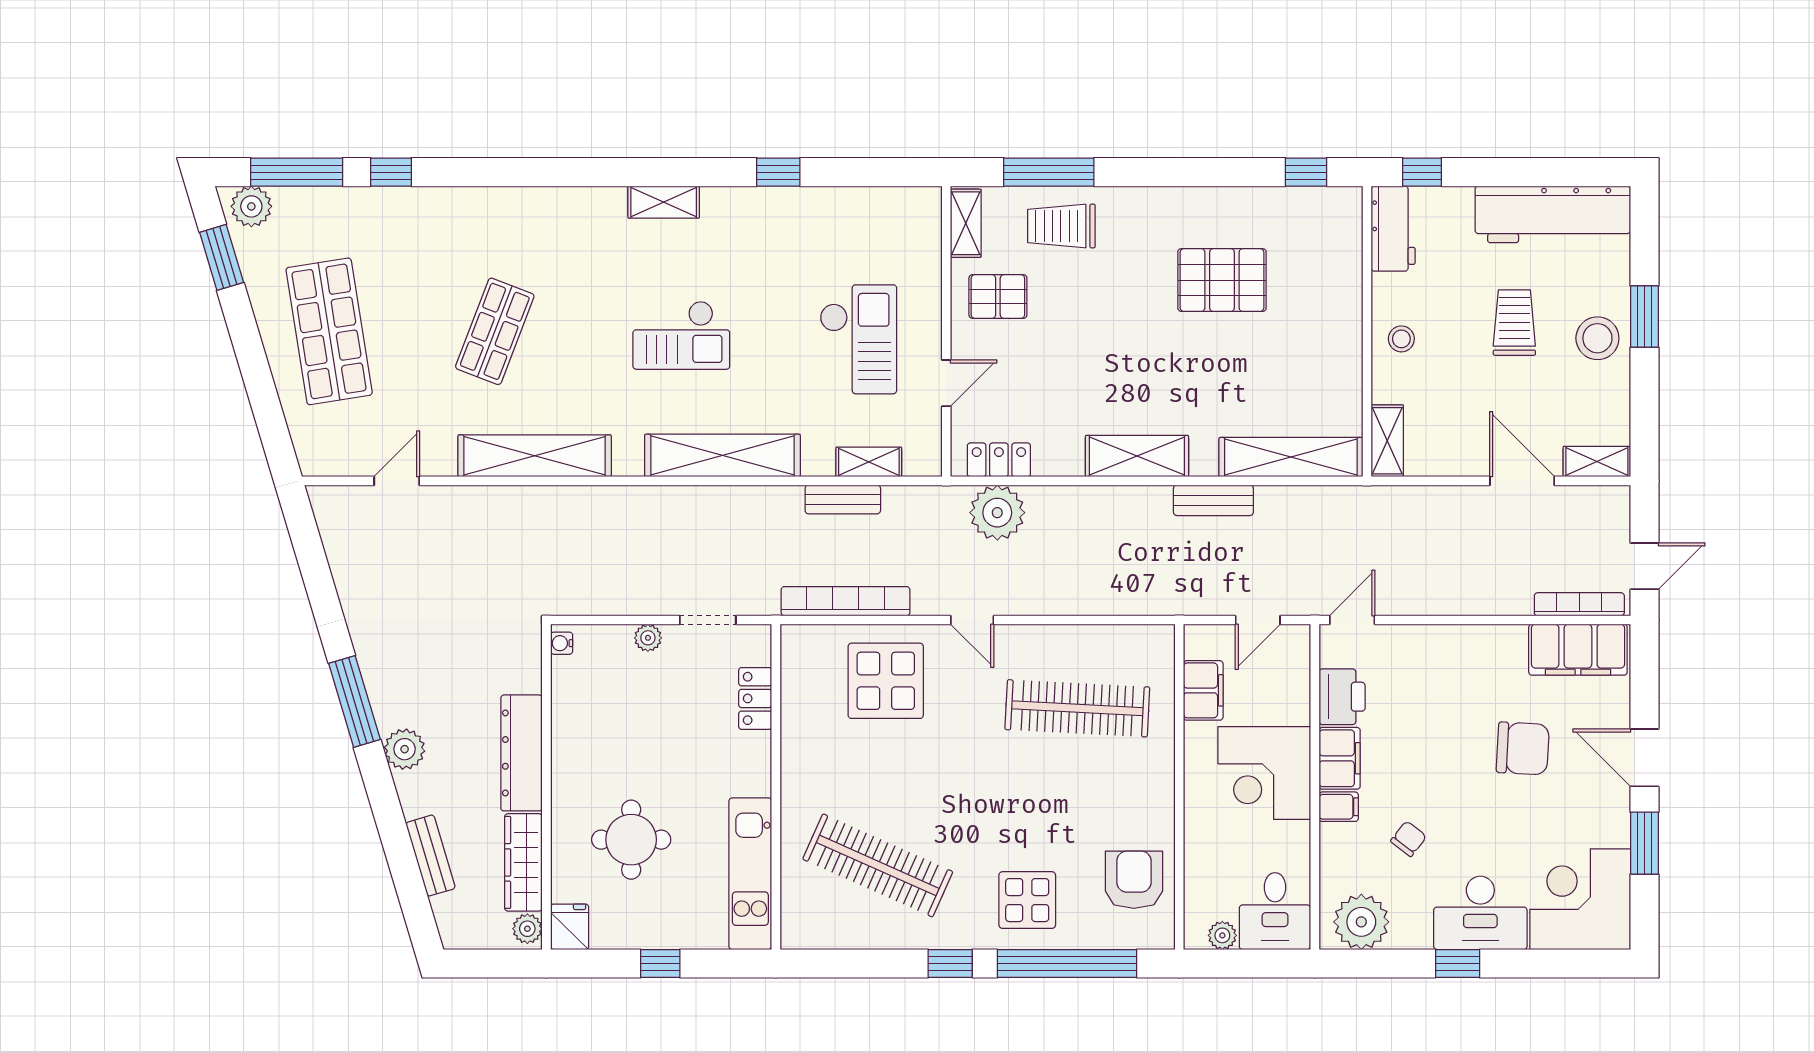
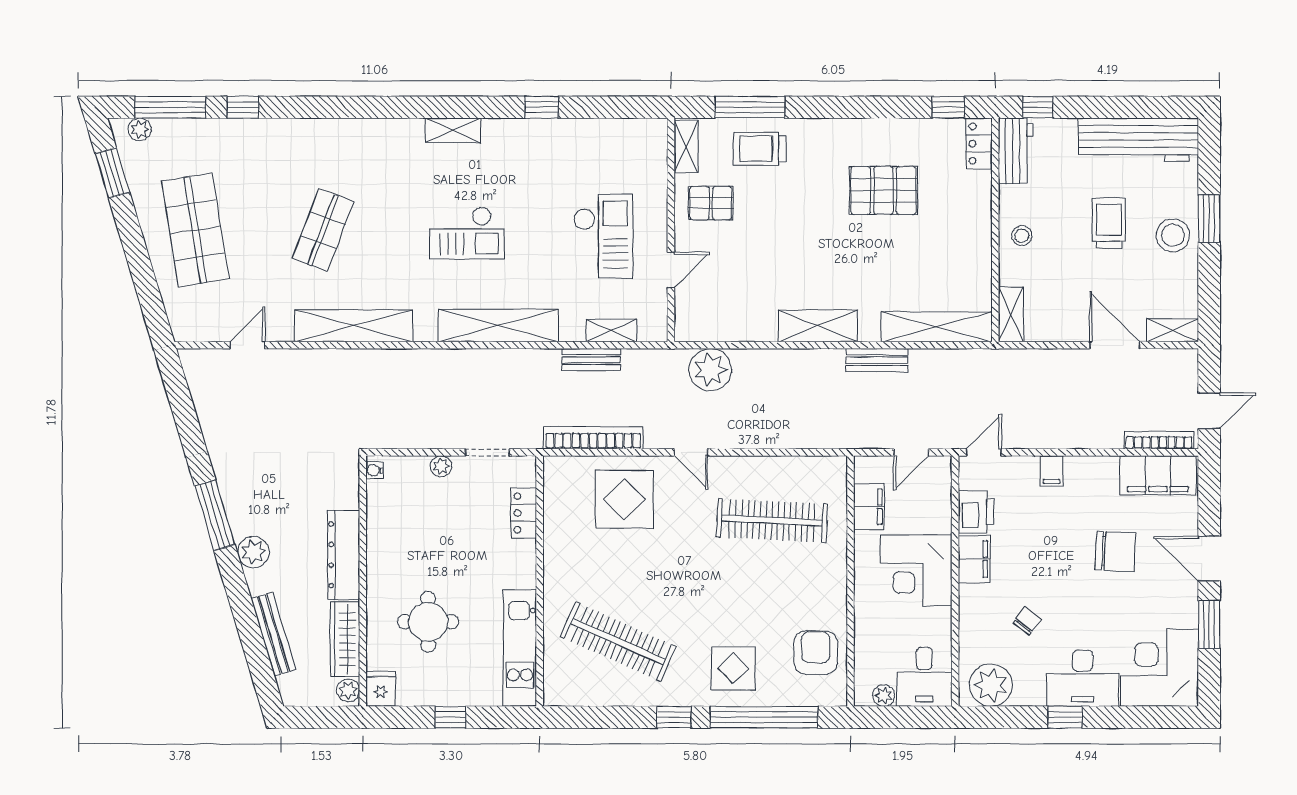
plant: (251, 206) -> (140, 129), width x0.73, depth x0.73
locker: (999, 460) -> (979, 144), moved, turned -90
filing cabinet: (1339, 807) -> (1052, 471), moved, turned 90
bench: (430, 856) -> (273, 634), width x1.36

